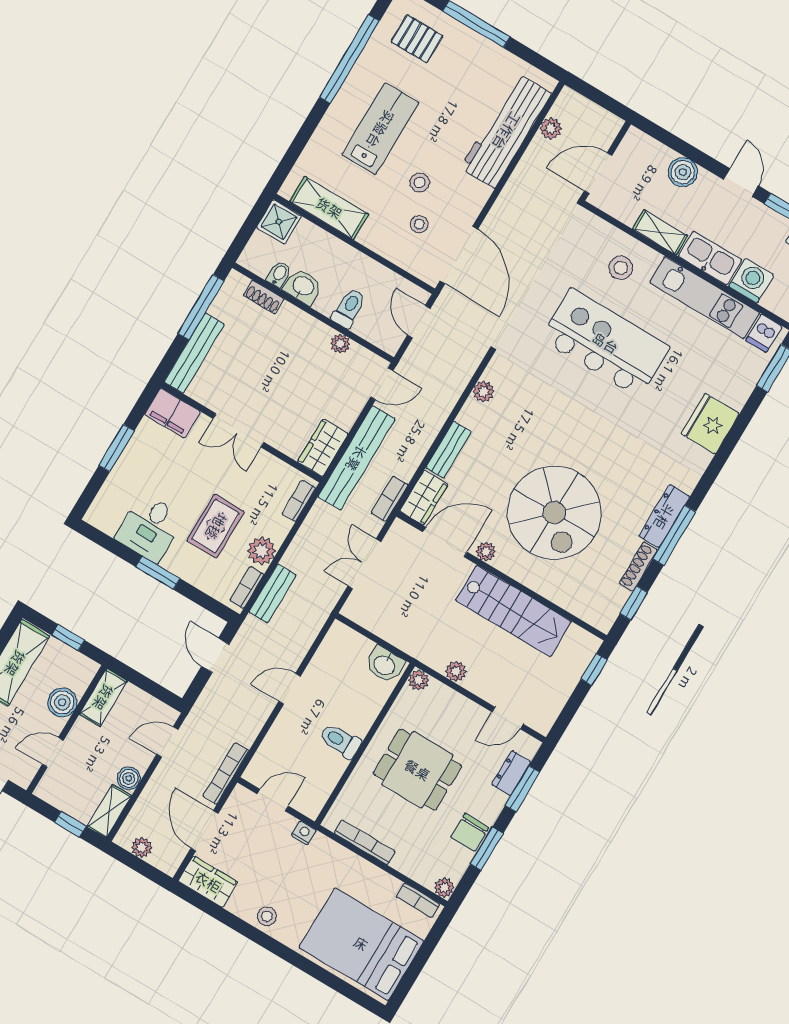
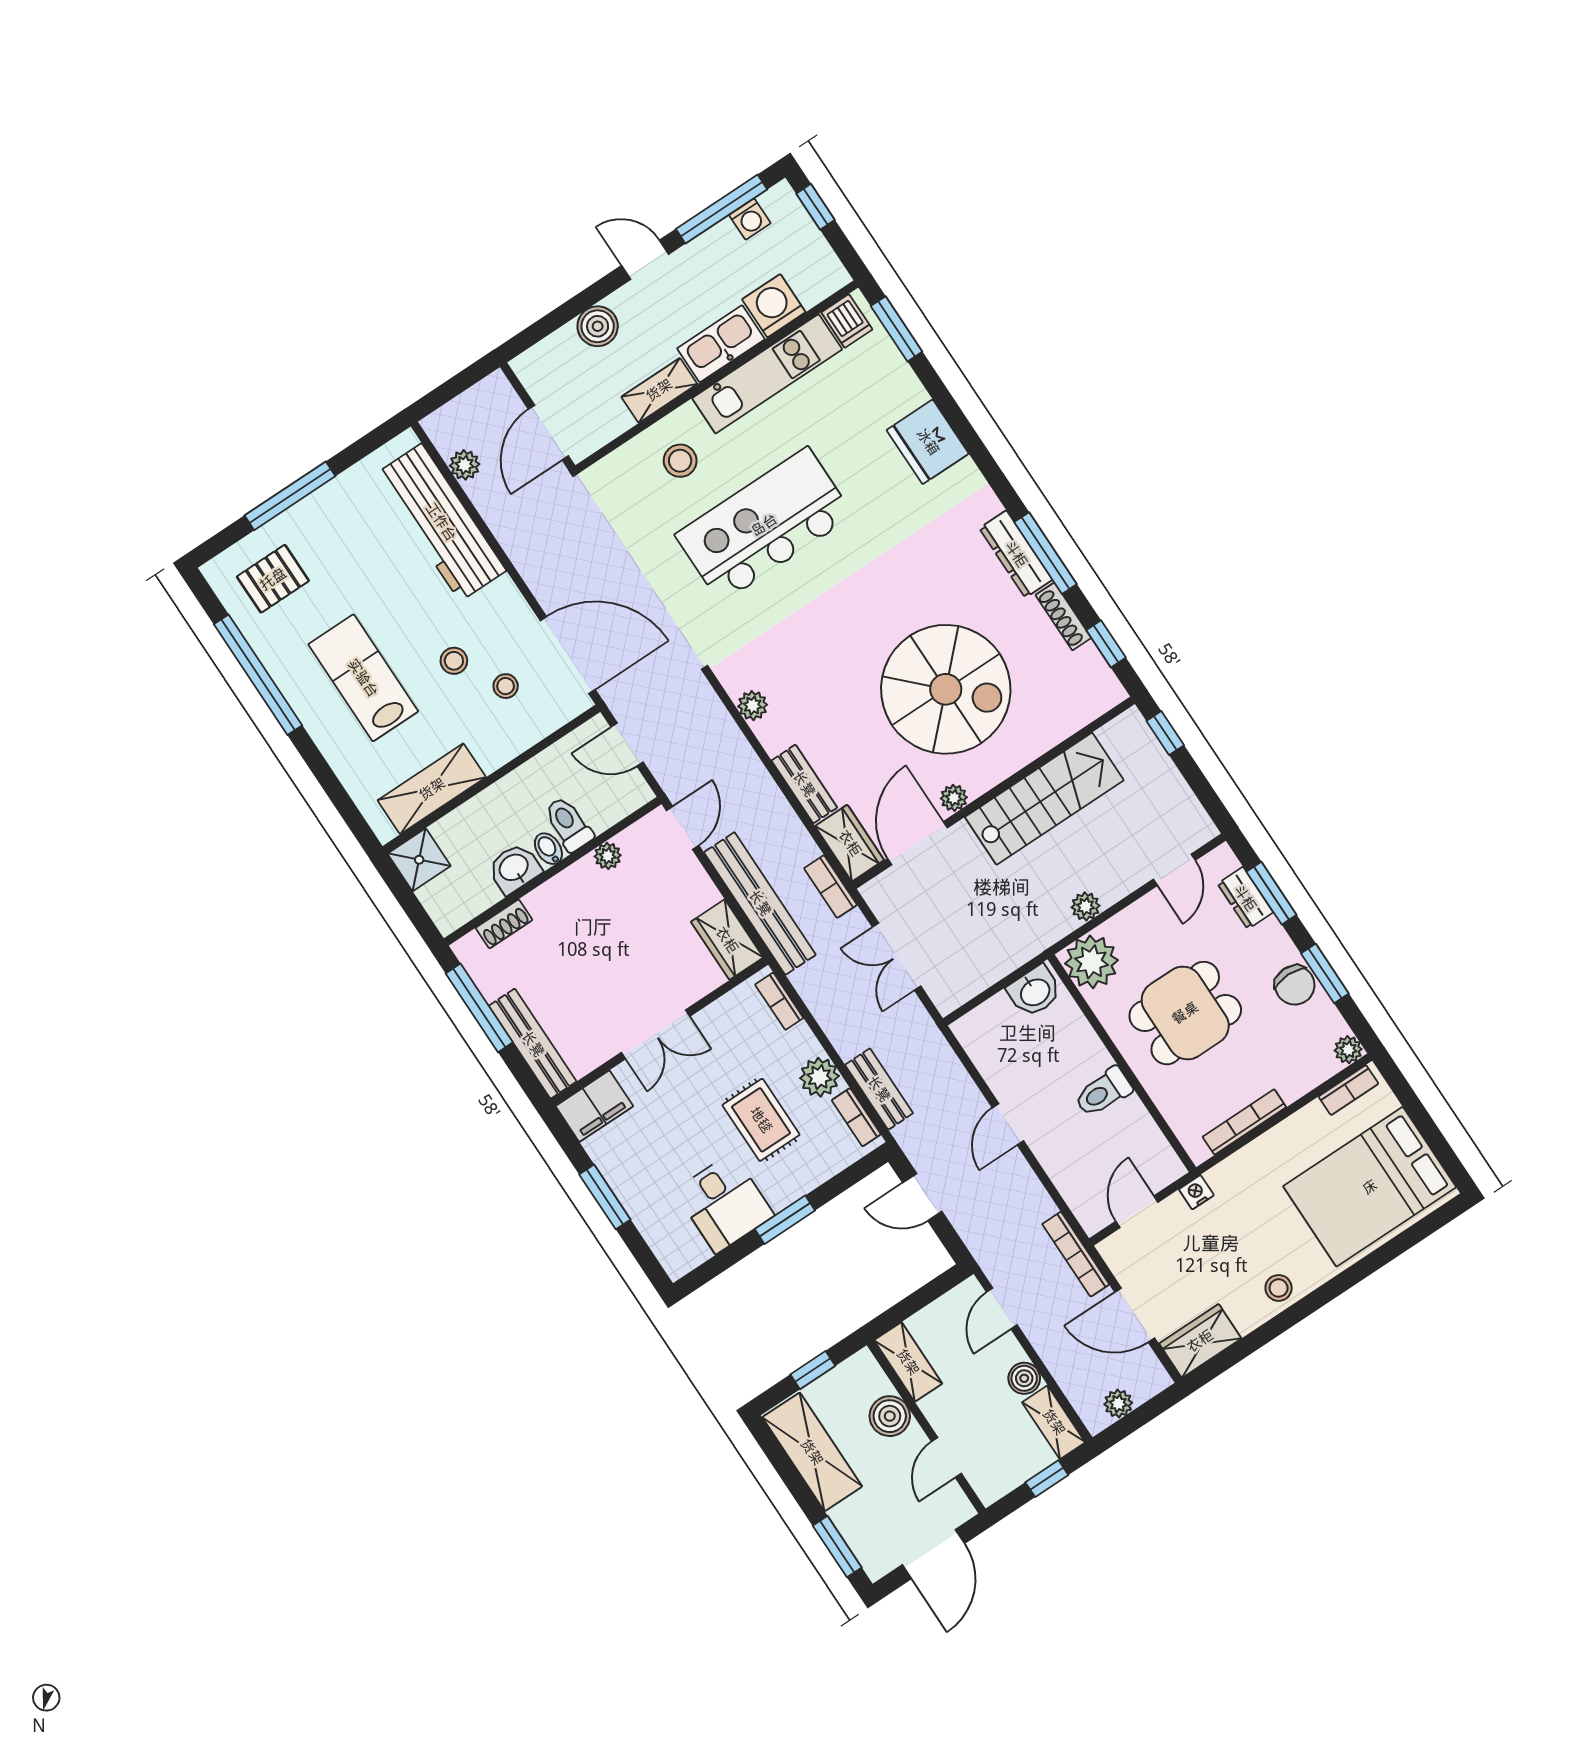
bidet: (279, 274) -> (548, 849), moved
plant: (419, 680) -> (1092, 962), width x1.88, depth x1.88

